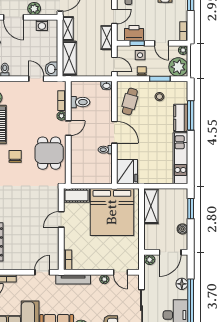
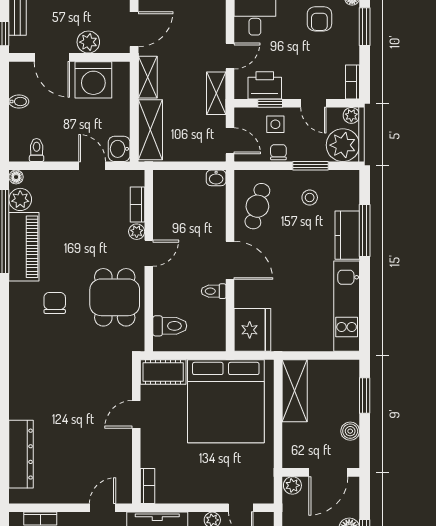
washing machine: (42, 25) -> (93, 80), width x1.89, depth x1.89
toilet: (80, 102) -> (170, 326), moved

